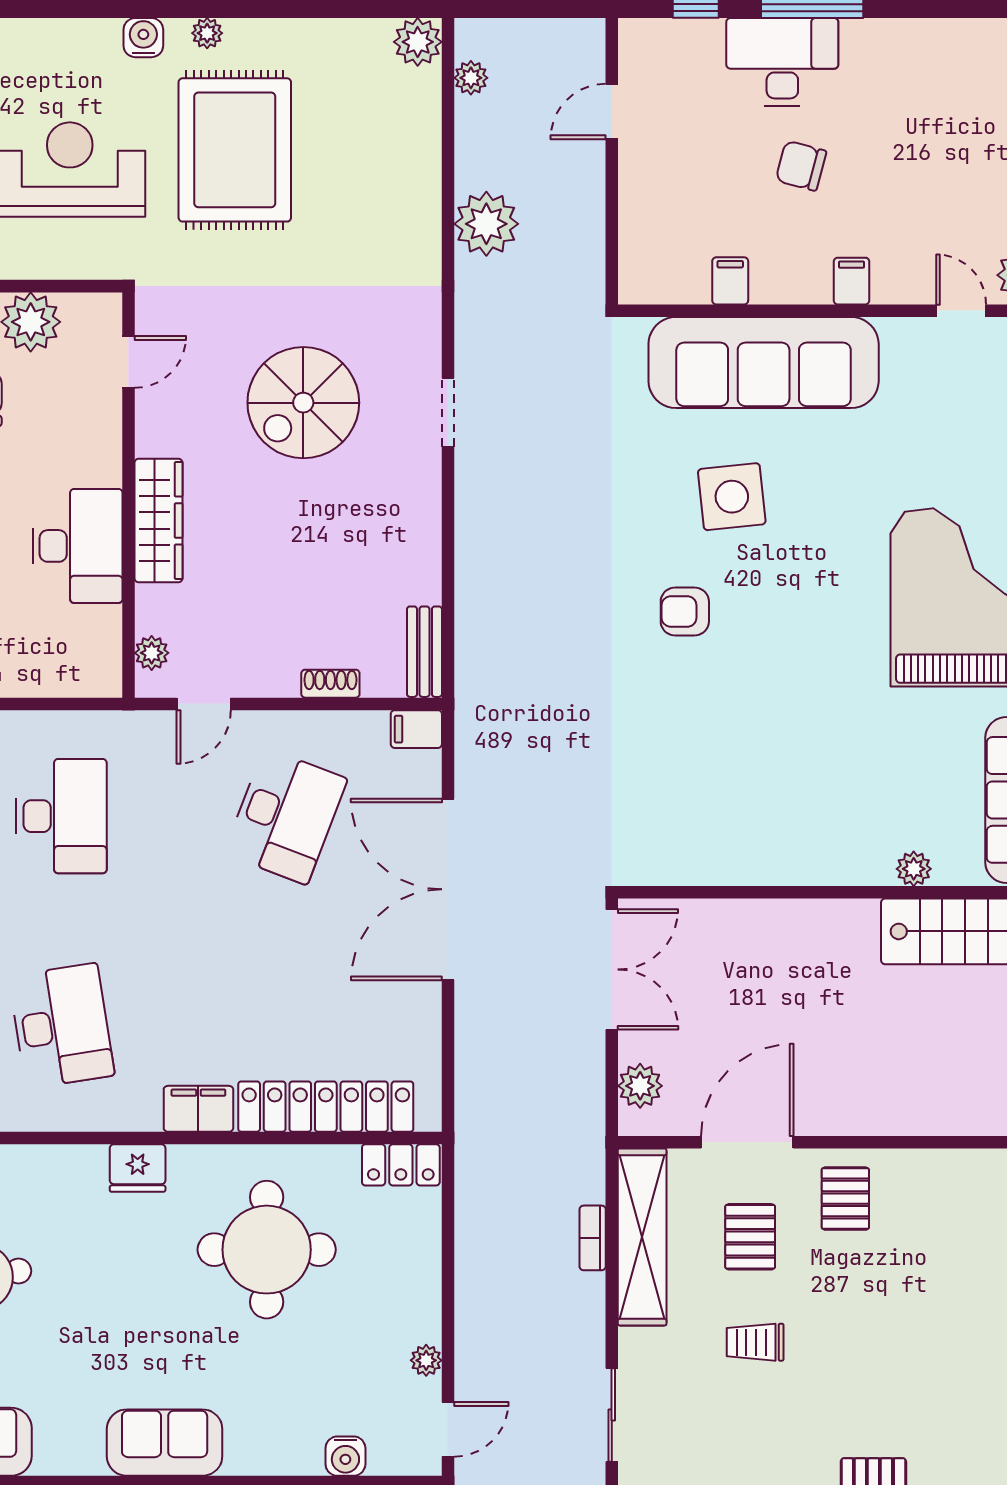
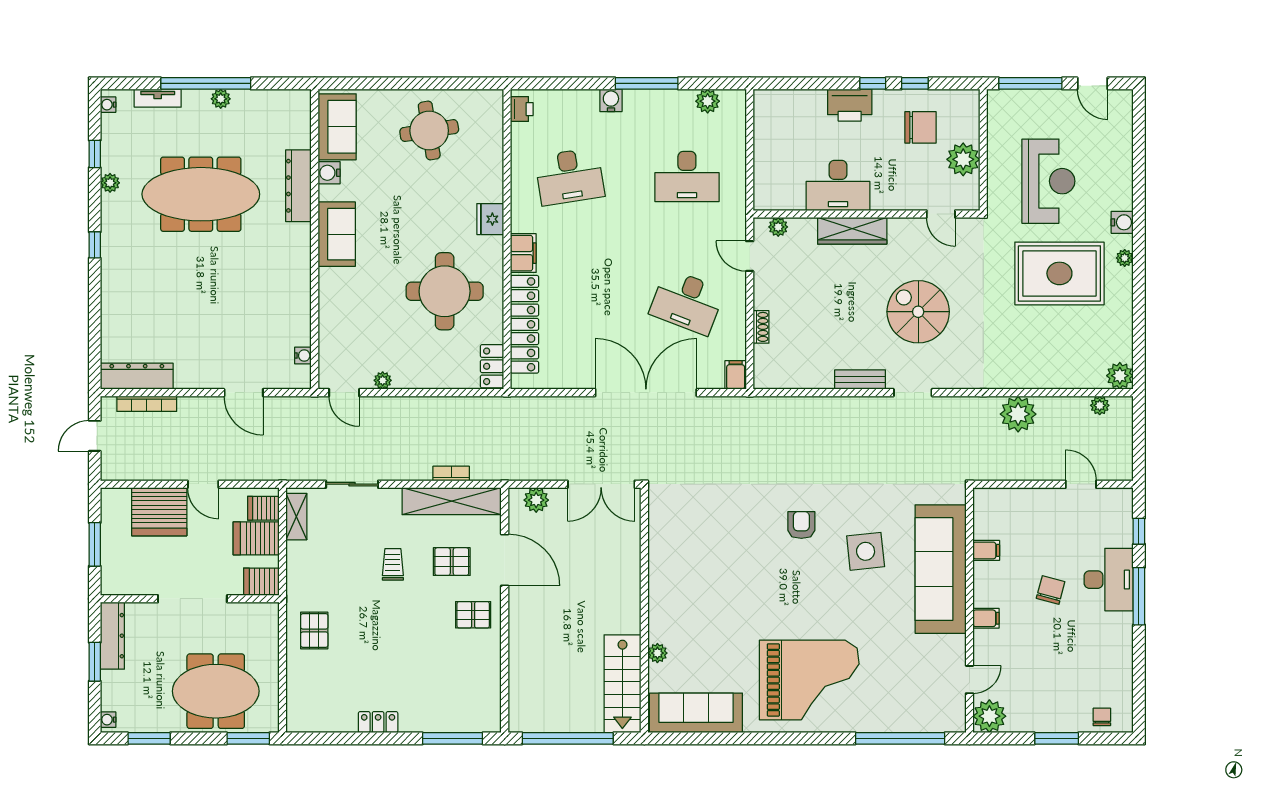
bench: (424, 652) -> (860, 379), moved
water cooler: (345, 1456) -> (329, 173), moved

